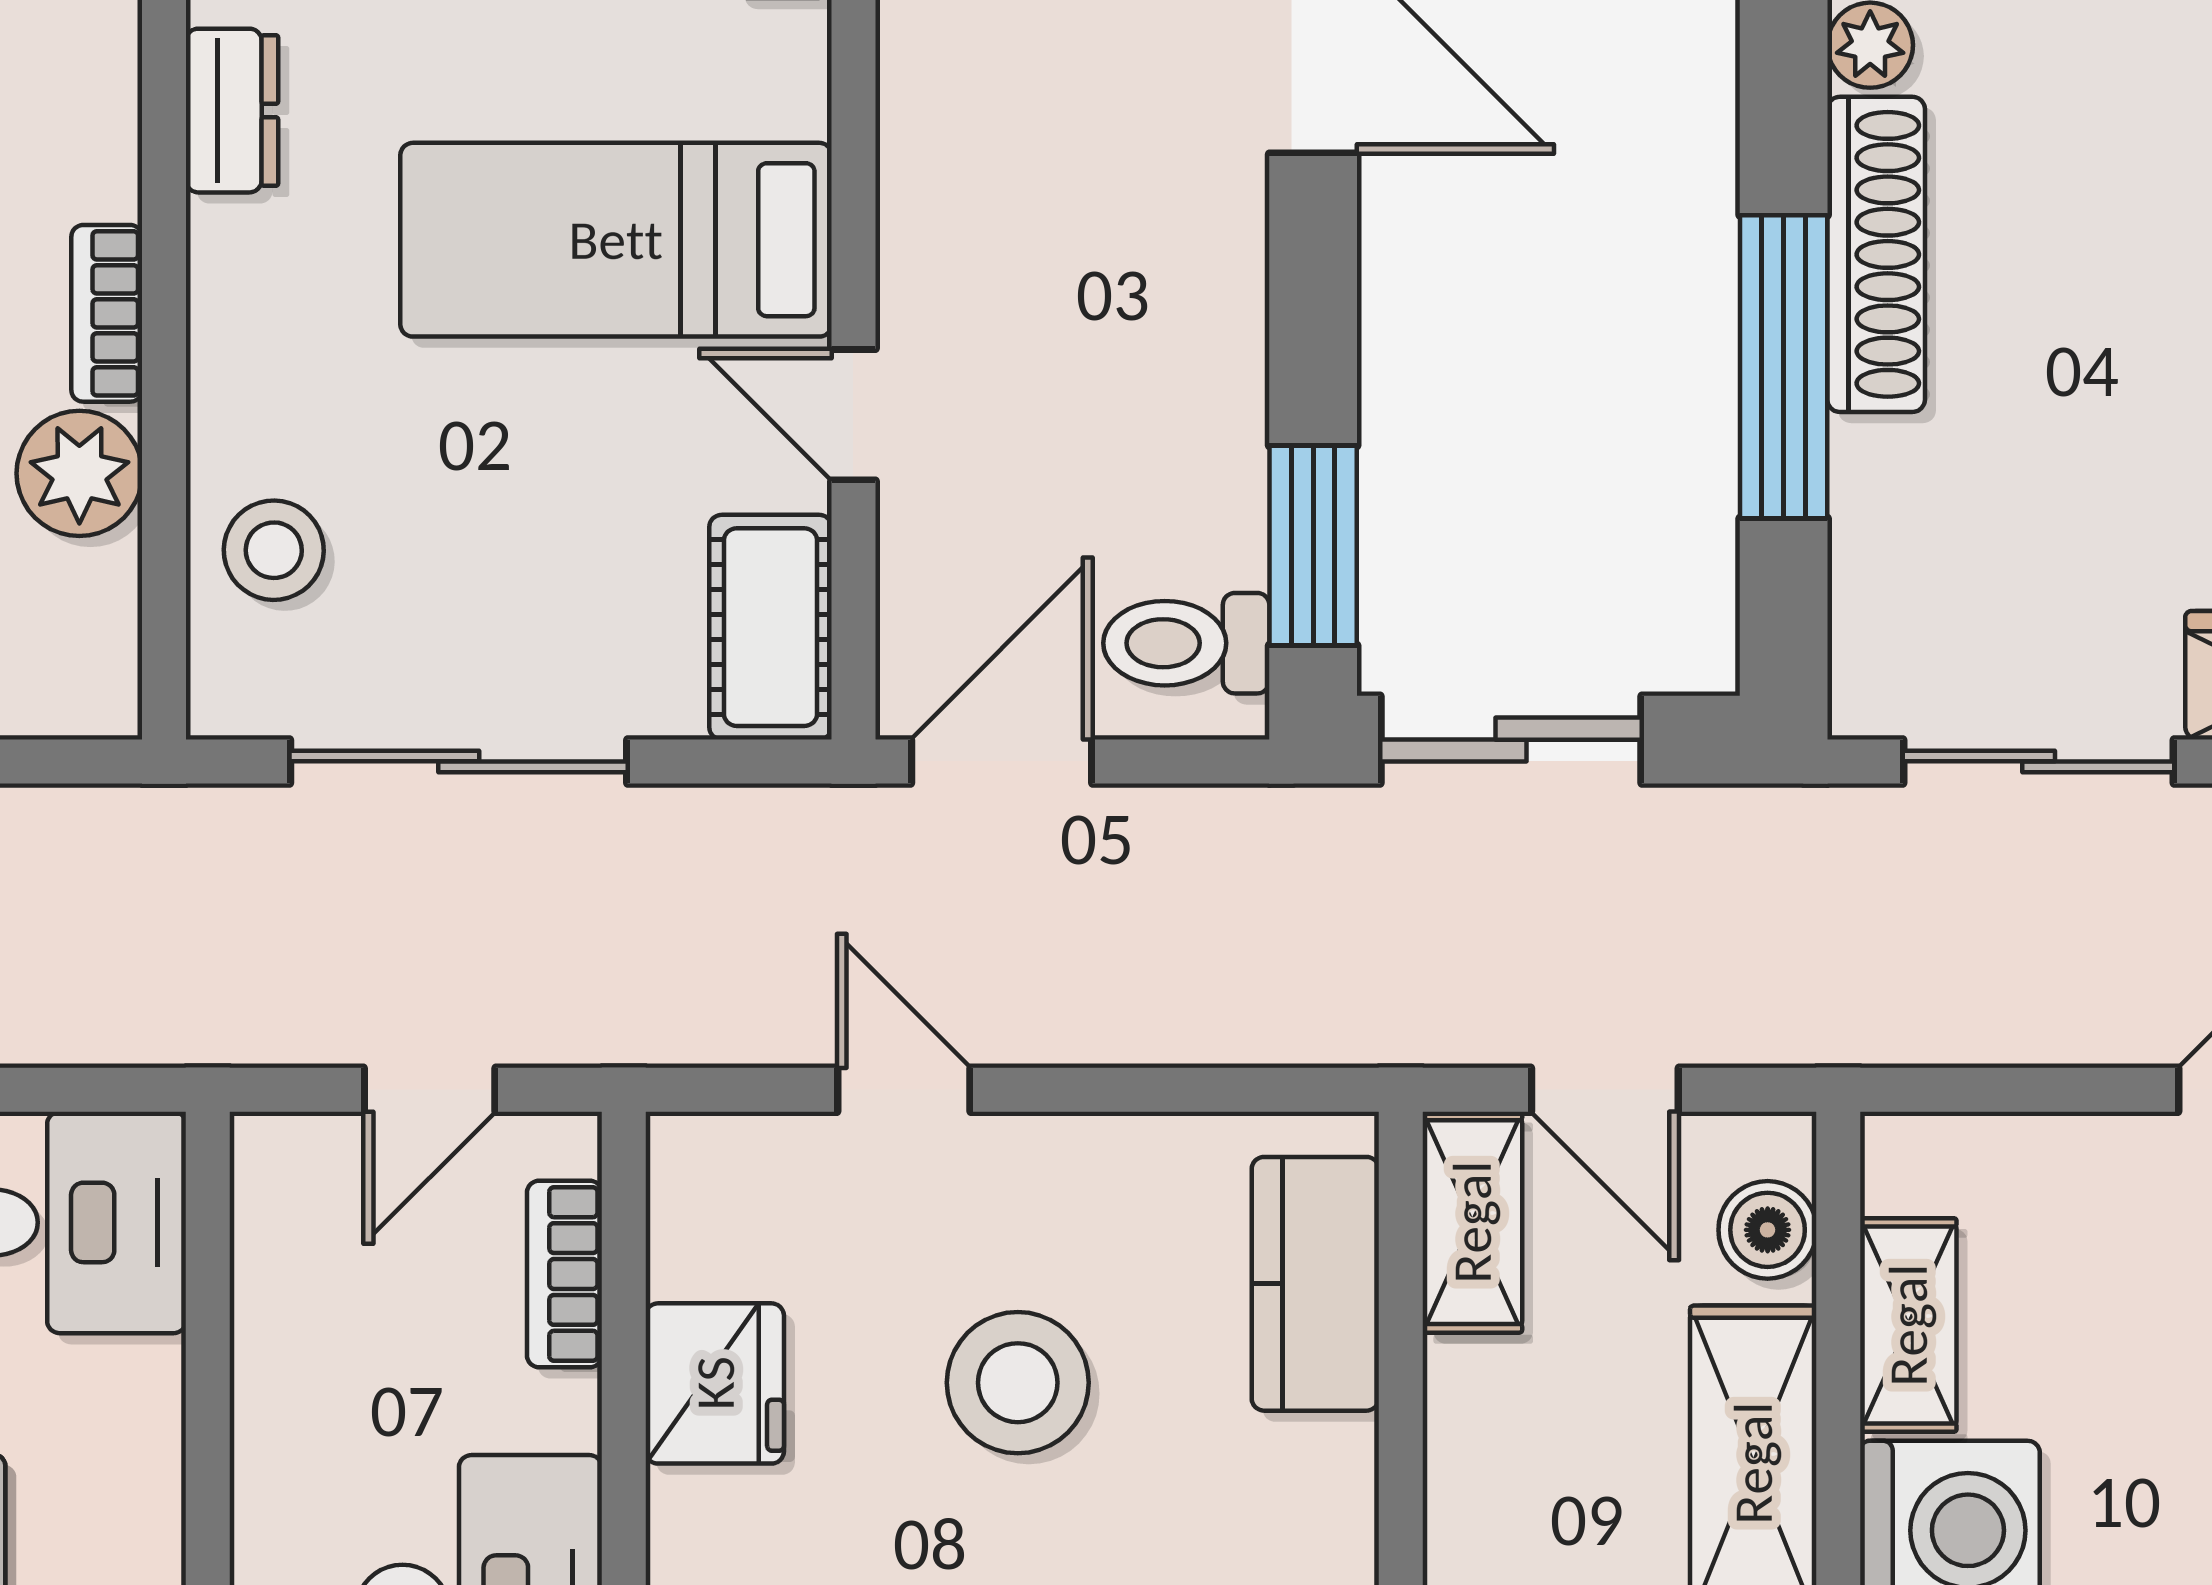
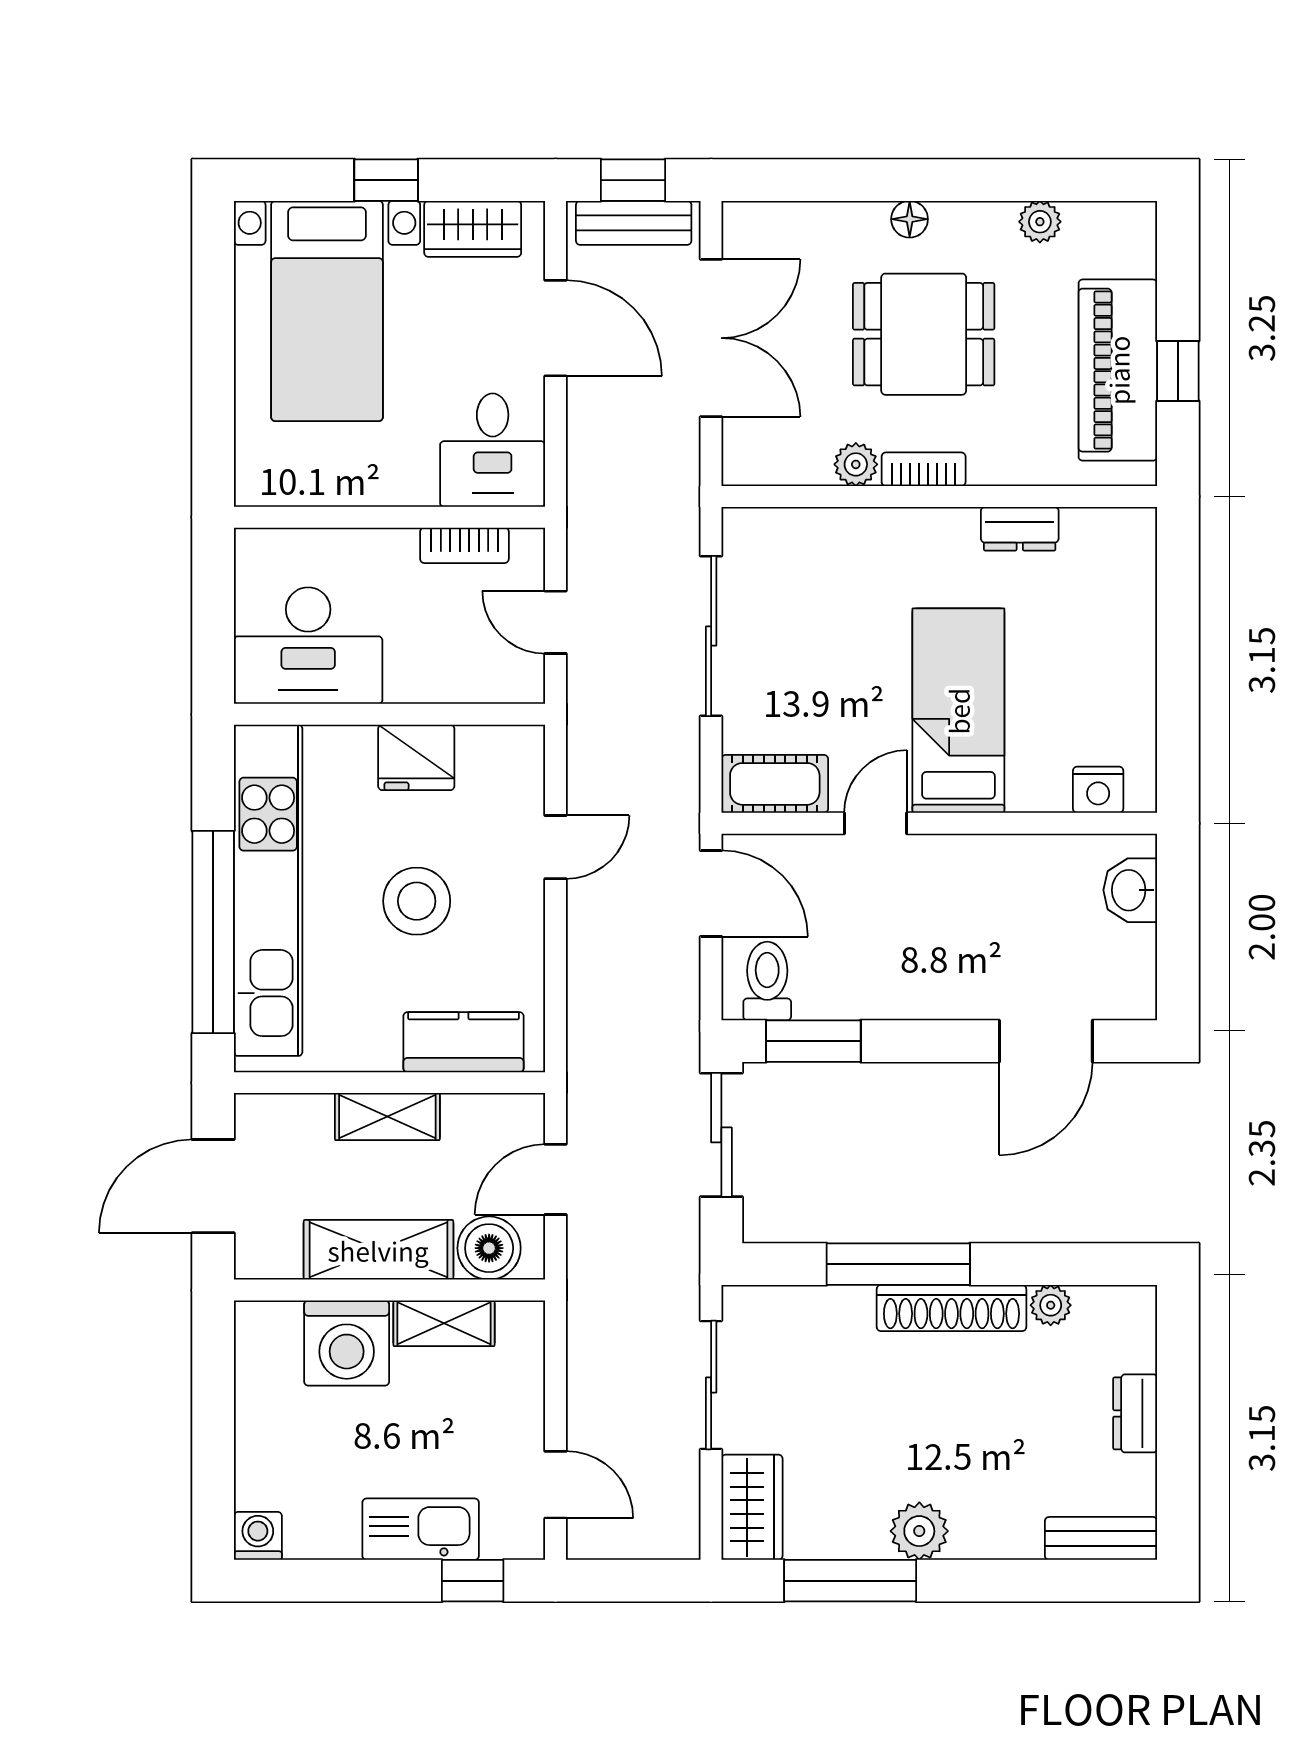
plant: (79, 473) -> (856, 464), width x0.73, depth x0.73
stool: (274, 550) -> (811, 548), removed
shelving: (1472, 1222) -> (387, 1117), moved
boiler: (1768, 1230) -> (489, 1248), width x1.36, depth x1.36
bookcase: (564, 1274) -> (464, 545), moved, turned 180

